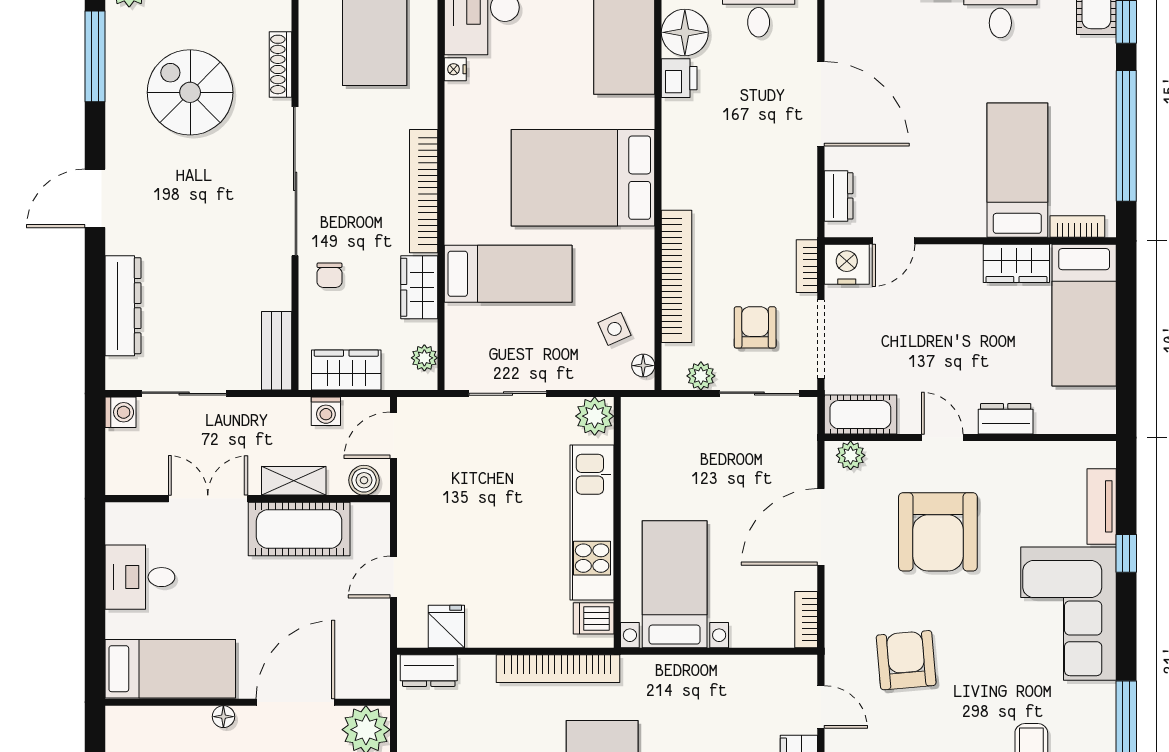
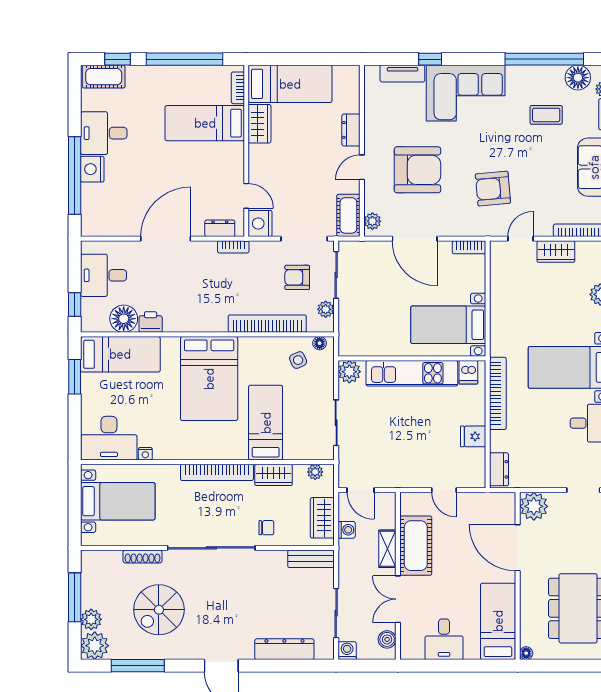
bookcase: (807, 266) -> (233, 247), moved
boiler: (364, 480) -> (387, 639), moved
fridge: (446, 627) -> (473, 436), moved
floor lamp: (223, 717) -> (526, 653), moved

